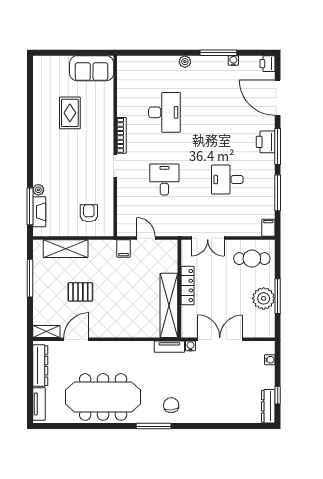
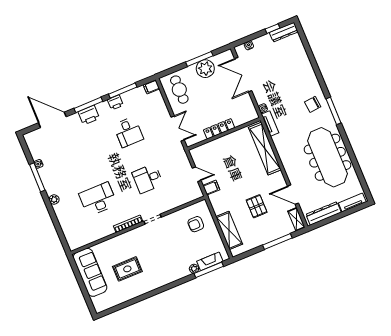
printer: (267, 64) -> (115, 103), moved
sofa: (92, 68) -> (90, 272), width x1.36
door: (278, 98) -> (52, 120), swing flipped
door: (146, 238) -> (197, 174), swing flipped
window: (30, 278) -> (277, 241), moved
shelving: (169, 305) -> (265, 149), moved, turned 90
double door: (220, 339) -> (243, 75), moved

